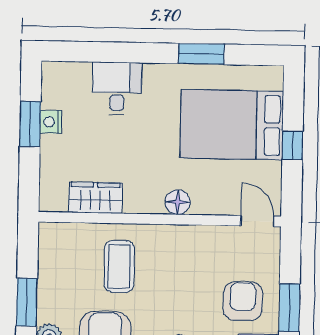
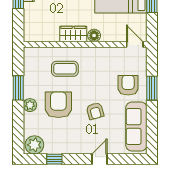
wardrobe: (95, 198) -> (73, 34), moved
coffee table: (119, 266) -> (65, 69), turned 90

